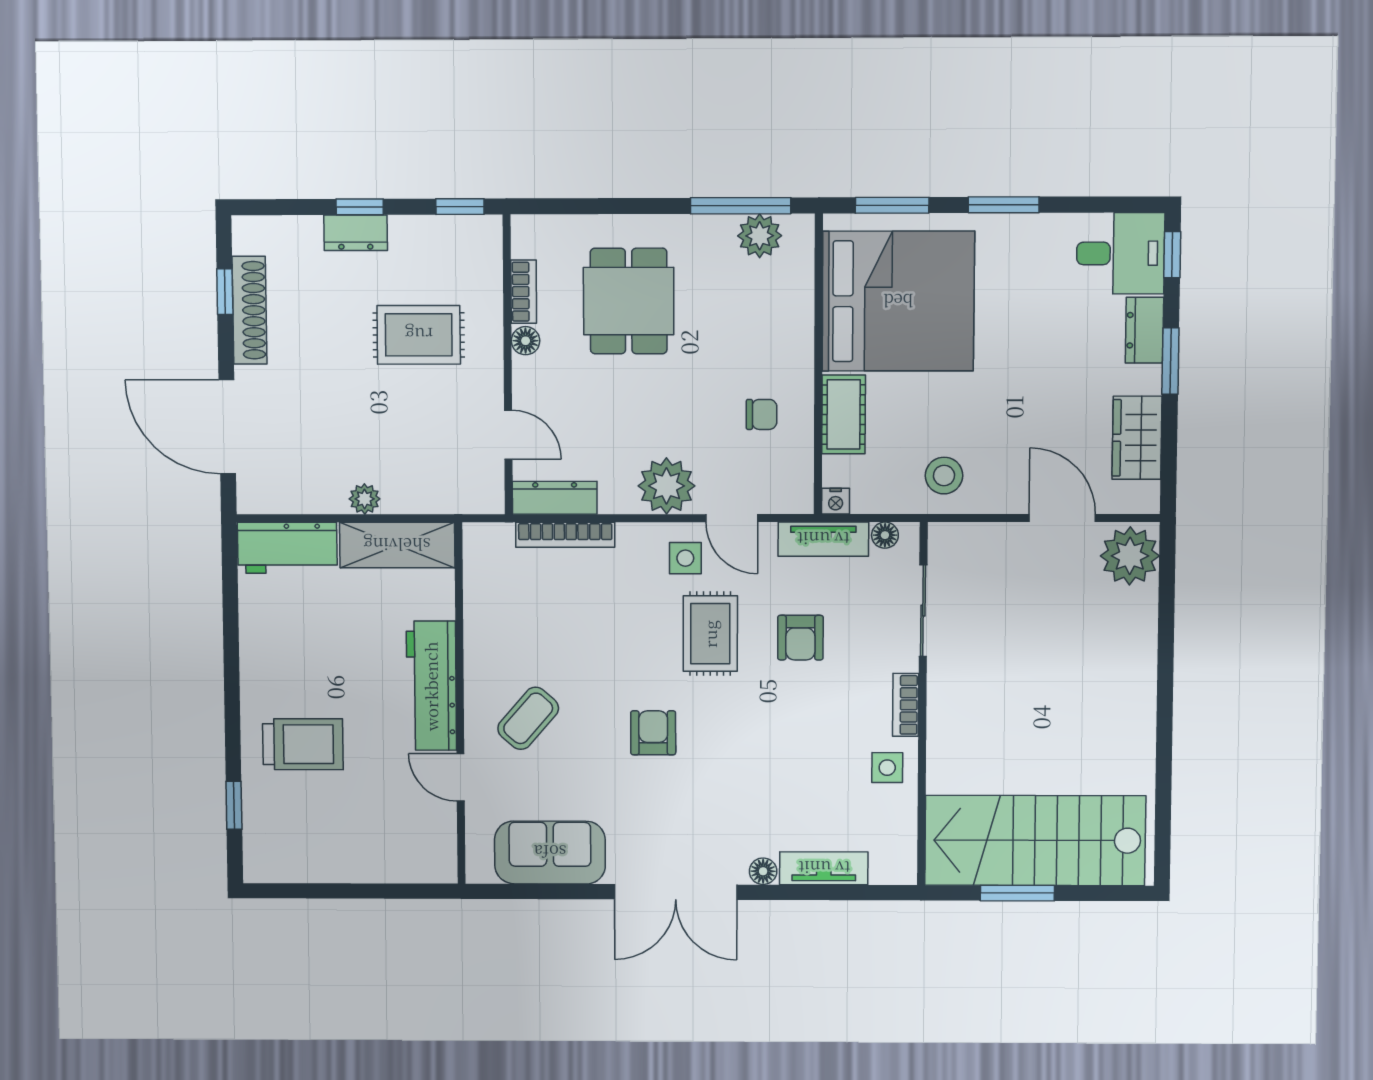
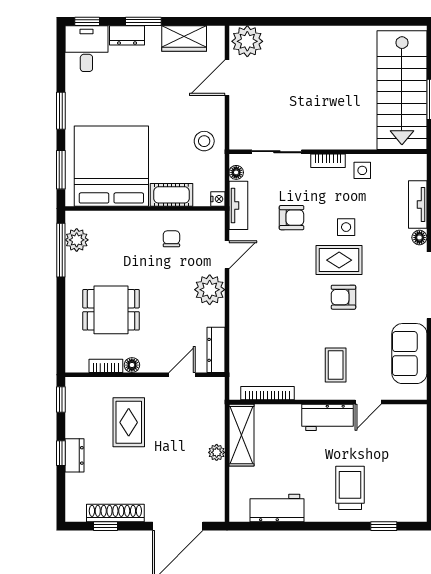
bookcase: (565, 535) -> (267, 393), moved, turned -90
workbench: (287, 548) -> (277, 508), moved, turned -90
side table: (685, 558) -> (346, 227), moved
rug: (710, 634) -> (339, 260), moved
workbench: (431, 686) -> (328, 417), width x0.73
coffee table: (528, 718) -> (336, 365), turned 49

